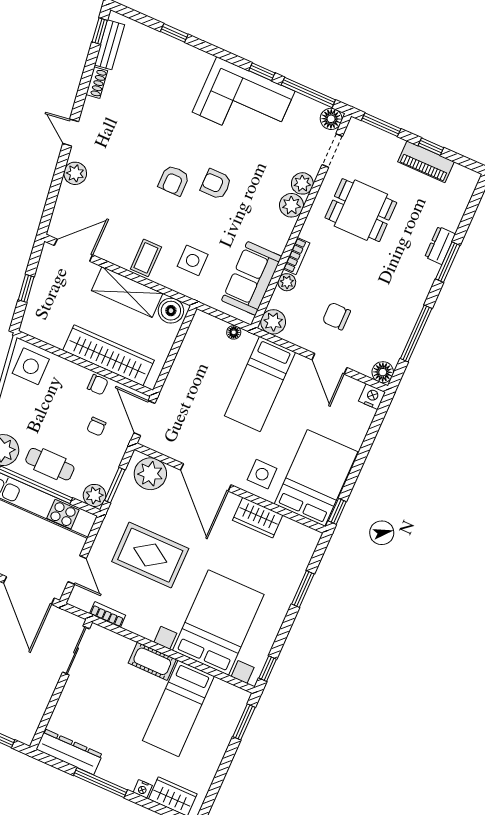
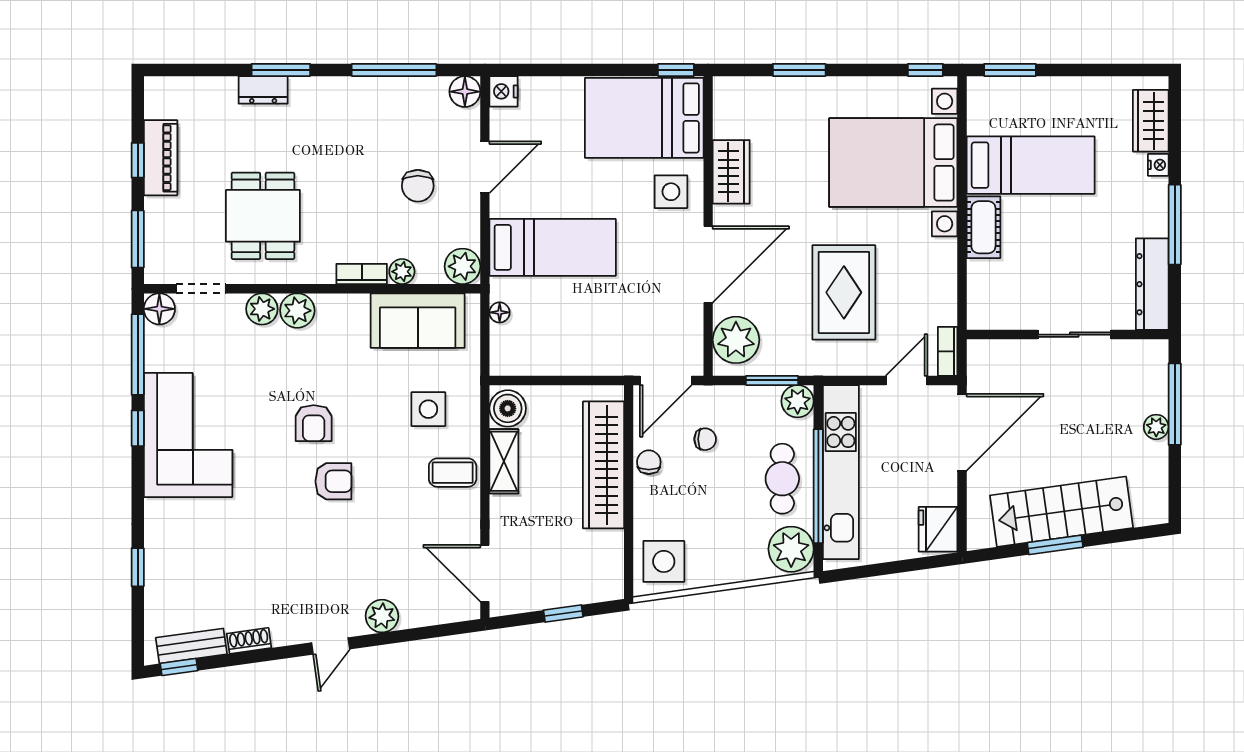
shelving: (127, 292) -> (504, 461), width x0.67, depth x0.75
bookcase: (108, 614) -> (948, 351), moved
sliding door: (76, 651) -> (1074, 335), moved

